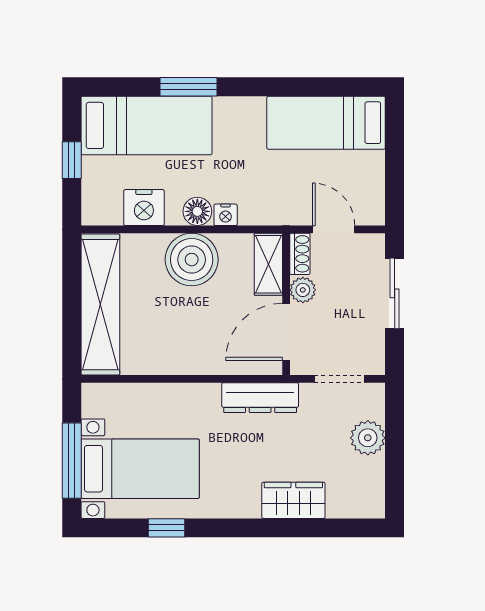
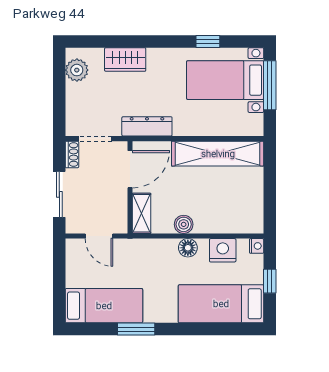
window: (188, 87) -> (136, 329), moved
nightstand: (226, 215) -> (257, 246), moved, turned 90
shoe rack: (300, 254) -> (72, 155), moved, turned 180
boiler: (192, 260) -> (184, 224), width x0.54, depth x0.54
plant: (303, 290) -> (119, 197), removed
shelving: (100, 305) -> (218, 154), moved, turned 90
plant: (368, 438) -> (77, 70), moved

